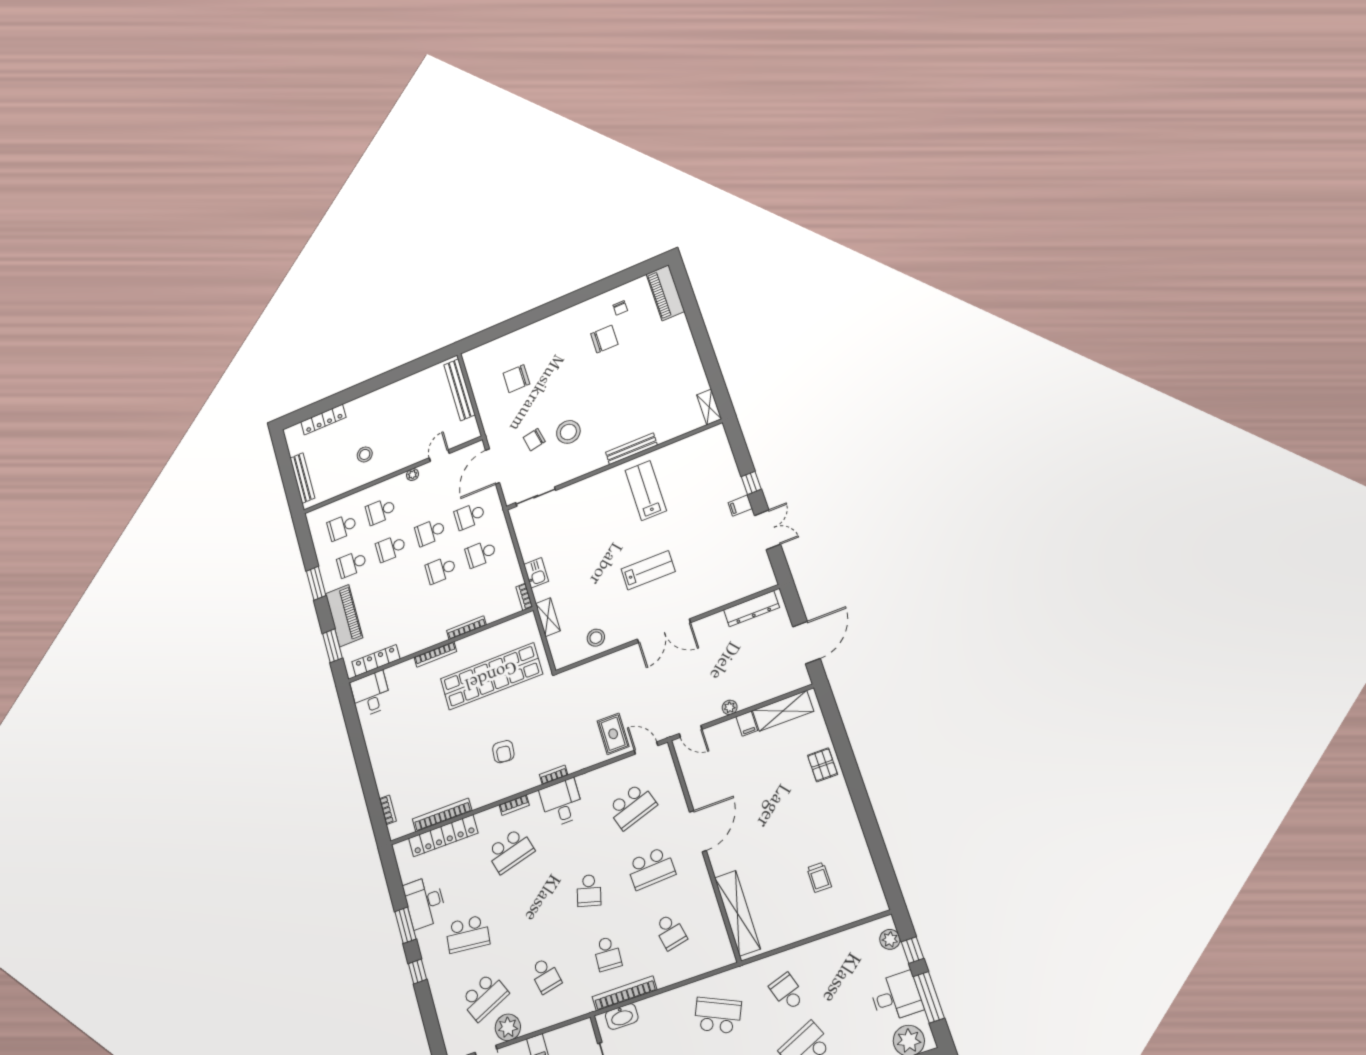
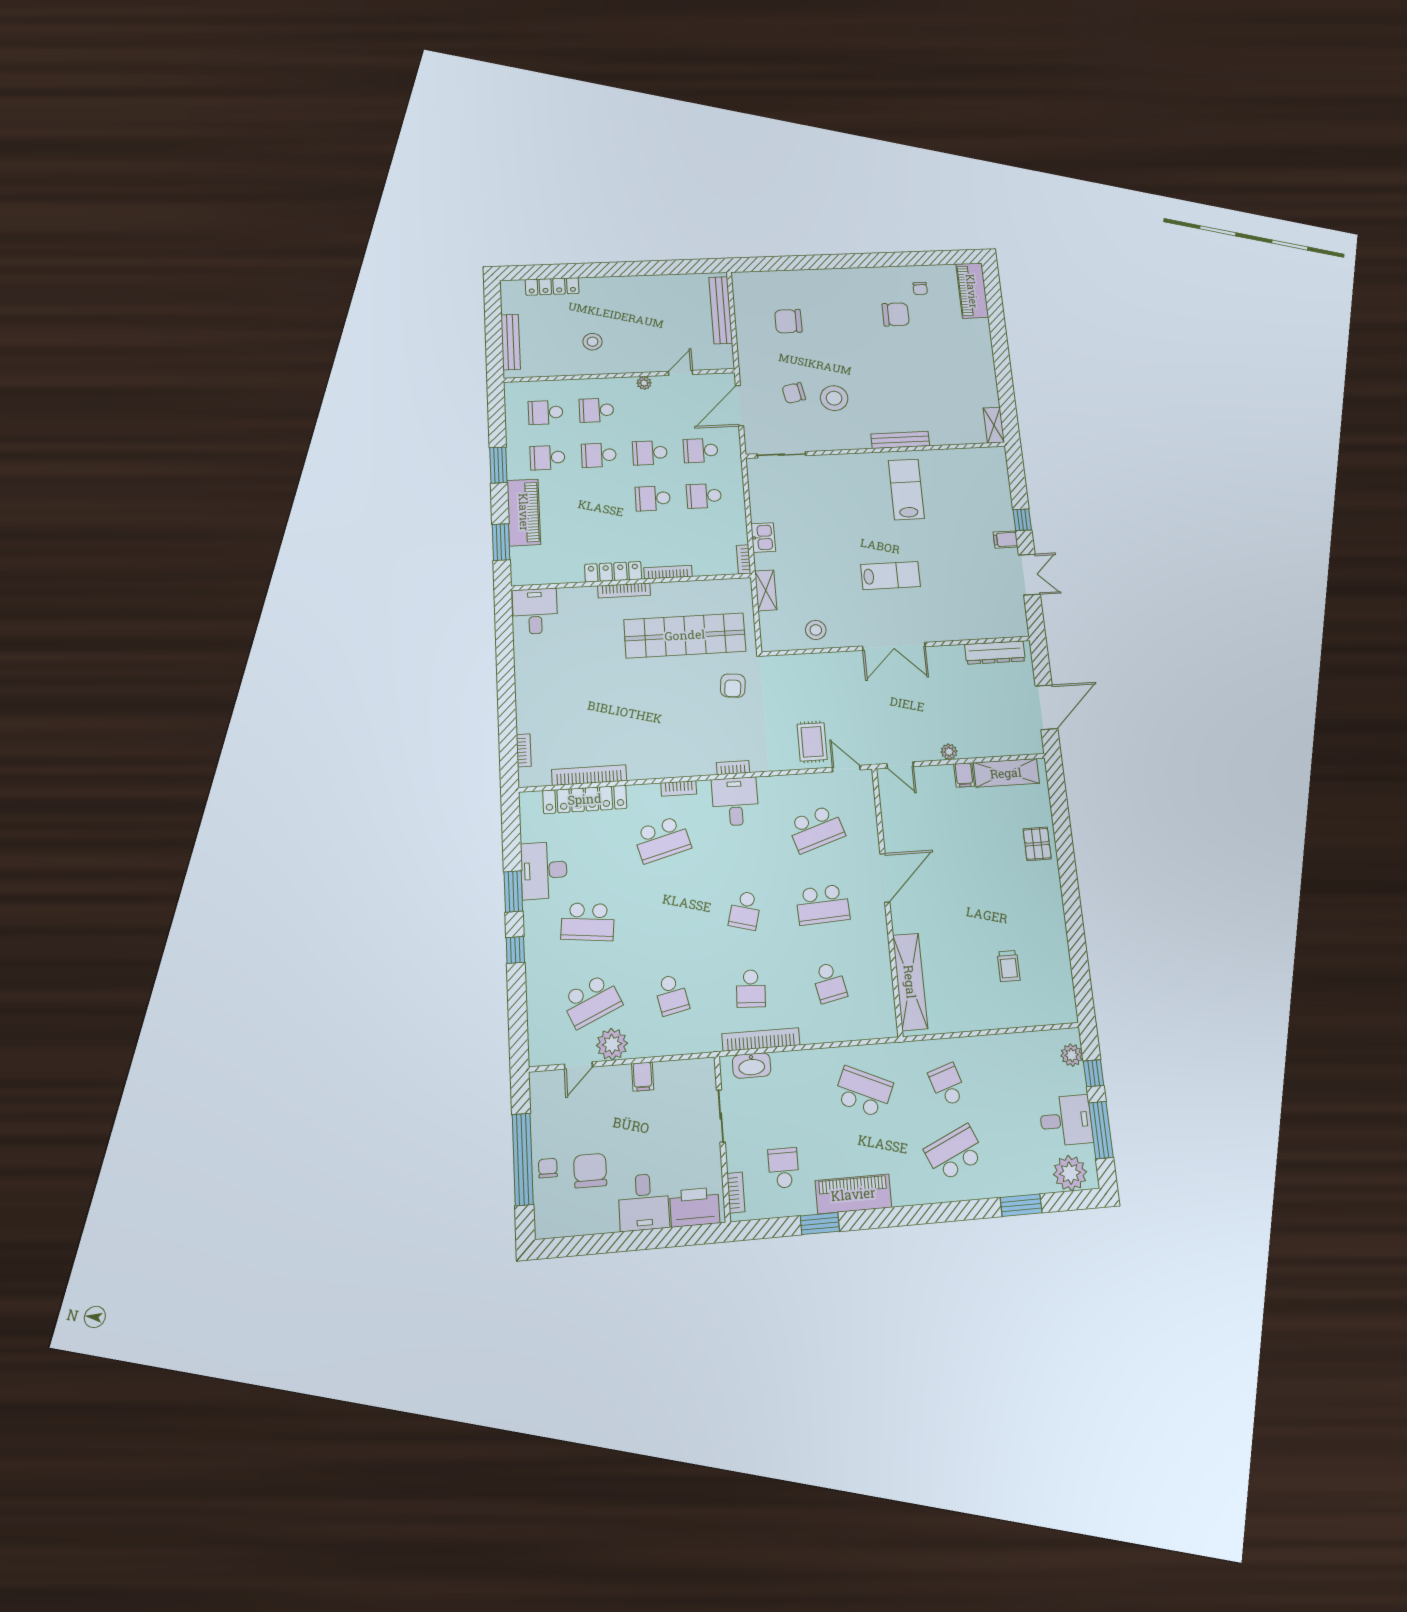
locker: (376, 660) -> (613, 572), moved
armchair: (503, 752) -> (733, 686), moved

